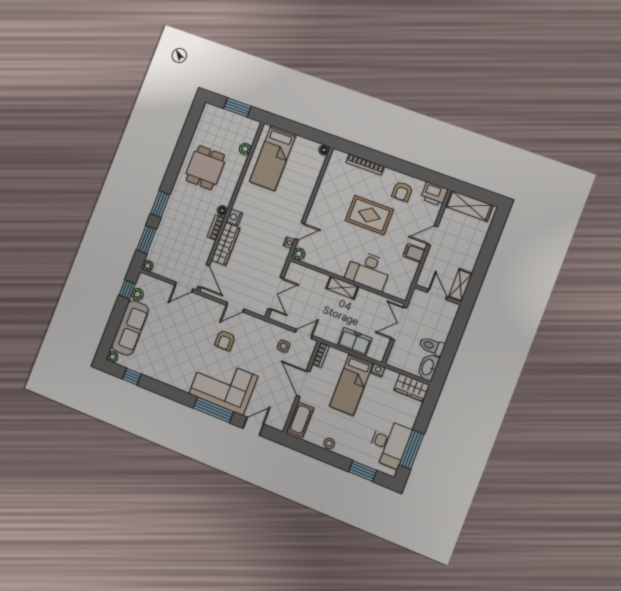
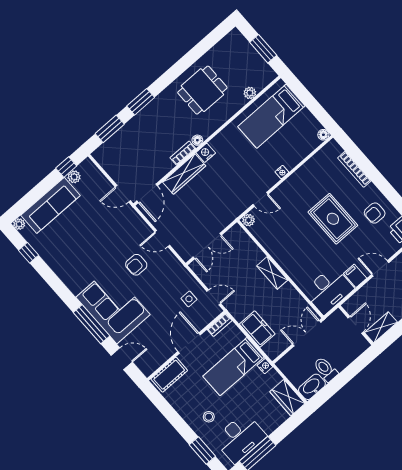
nightstand: (289, 243) -> (282, 172), moved
plant: (148, 266) -> (98, 155), removed
desk: (368, 270) -> (329, 290), moved, turned -90
stool: (329, 443) -> (209, 417), moved

